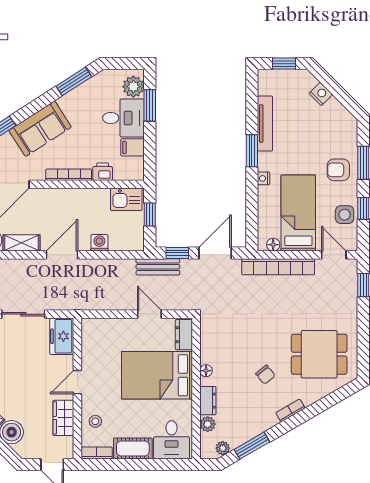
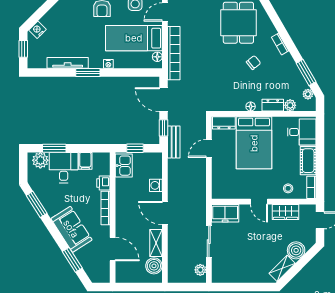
nightstand: (321, 94) -> (38, 30), moved

